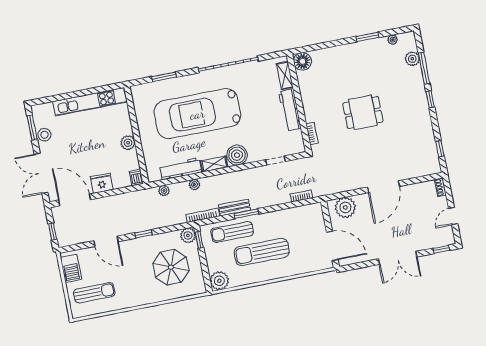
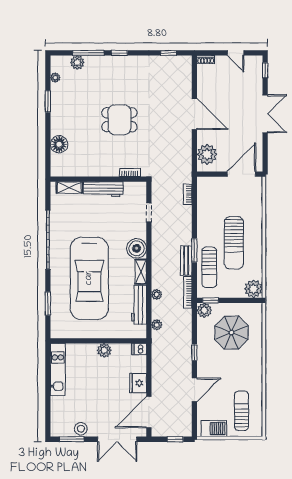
floor lamp: (302, 61) -> (59, 144), moved
kitchen unit: (90, 102) -> (58, 369), width x0.73
dining table: (363, 112) -> (119, 120), turned 90

